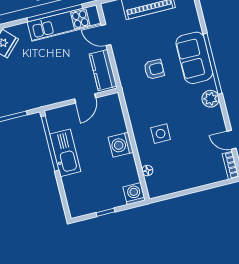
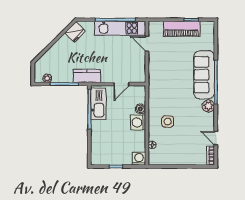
sofa: (194, 58) -> (204, 75), width x1.36
armchair: (154, 69) -> (174, 76), removed
kitchen counter: (103, 70) -> (87, 76), moved, turned 90
boiler: (119, 126) -> (140, 109), added
kitchen sink: (65, 153) -> (98, 104), moved

